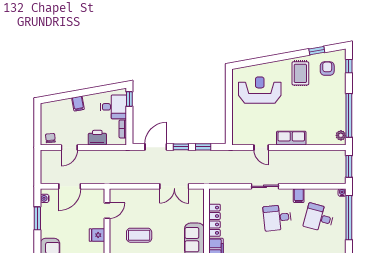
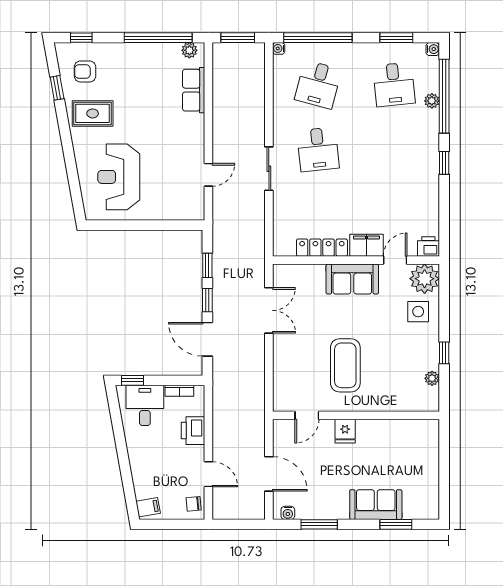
filing cabinet: (78, 104) -> (148, 507), moved
row of seats: (291, 138) -> (194, 90), moved
filing cabinet: (299, 196) -> (284, 116), removed
door: (107, 211) -> (307, 415), swing flipped
coffee table: (139, 235) -> (345, 365), width x1.36, depth x1.32

